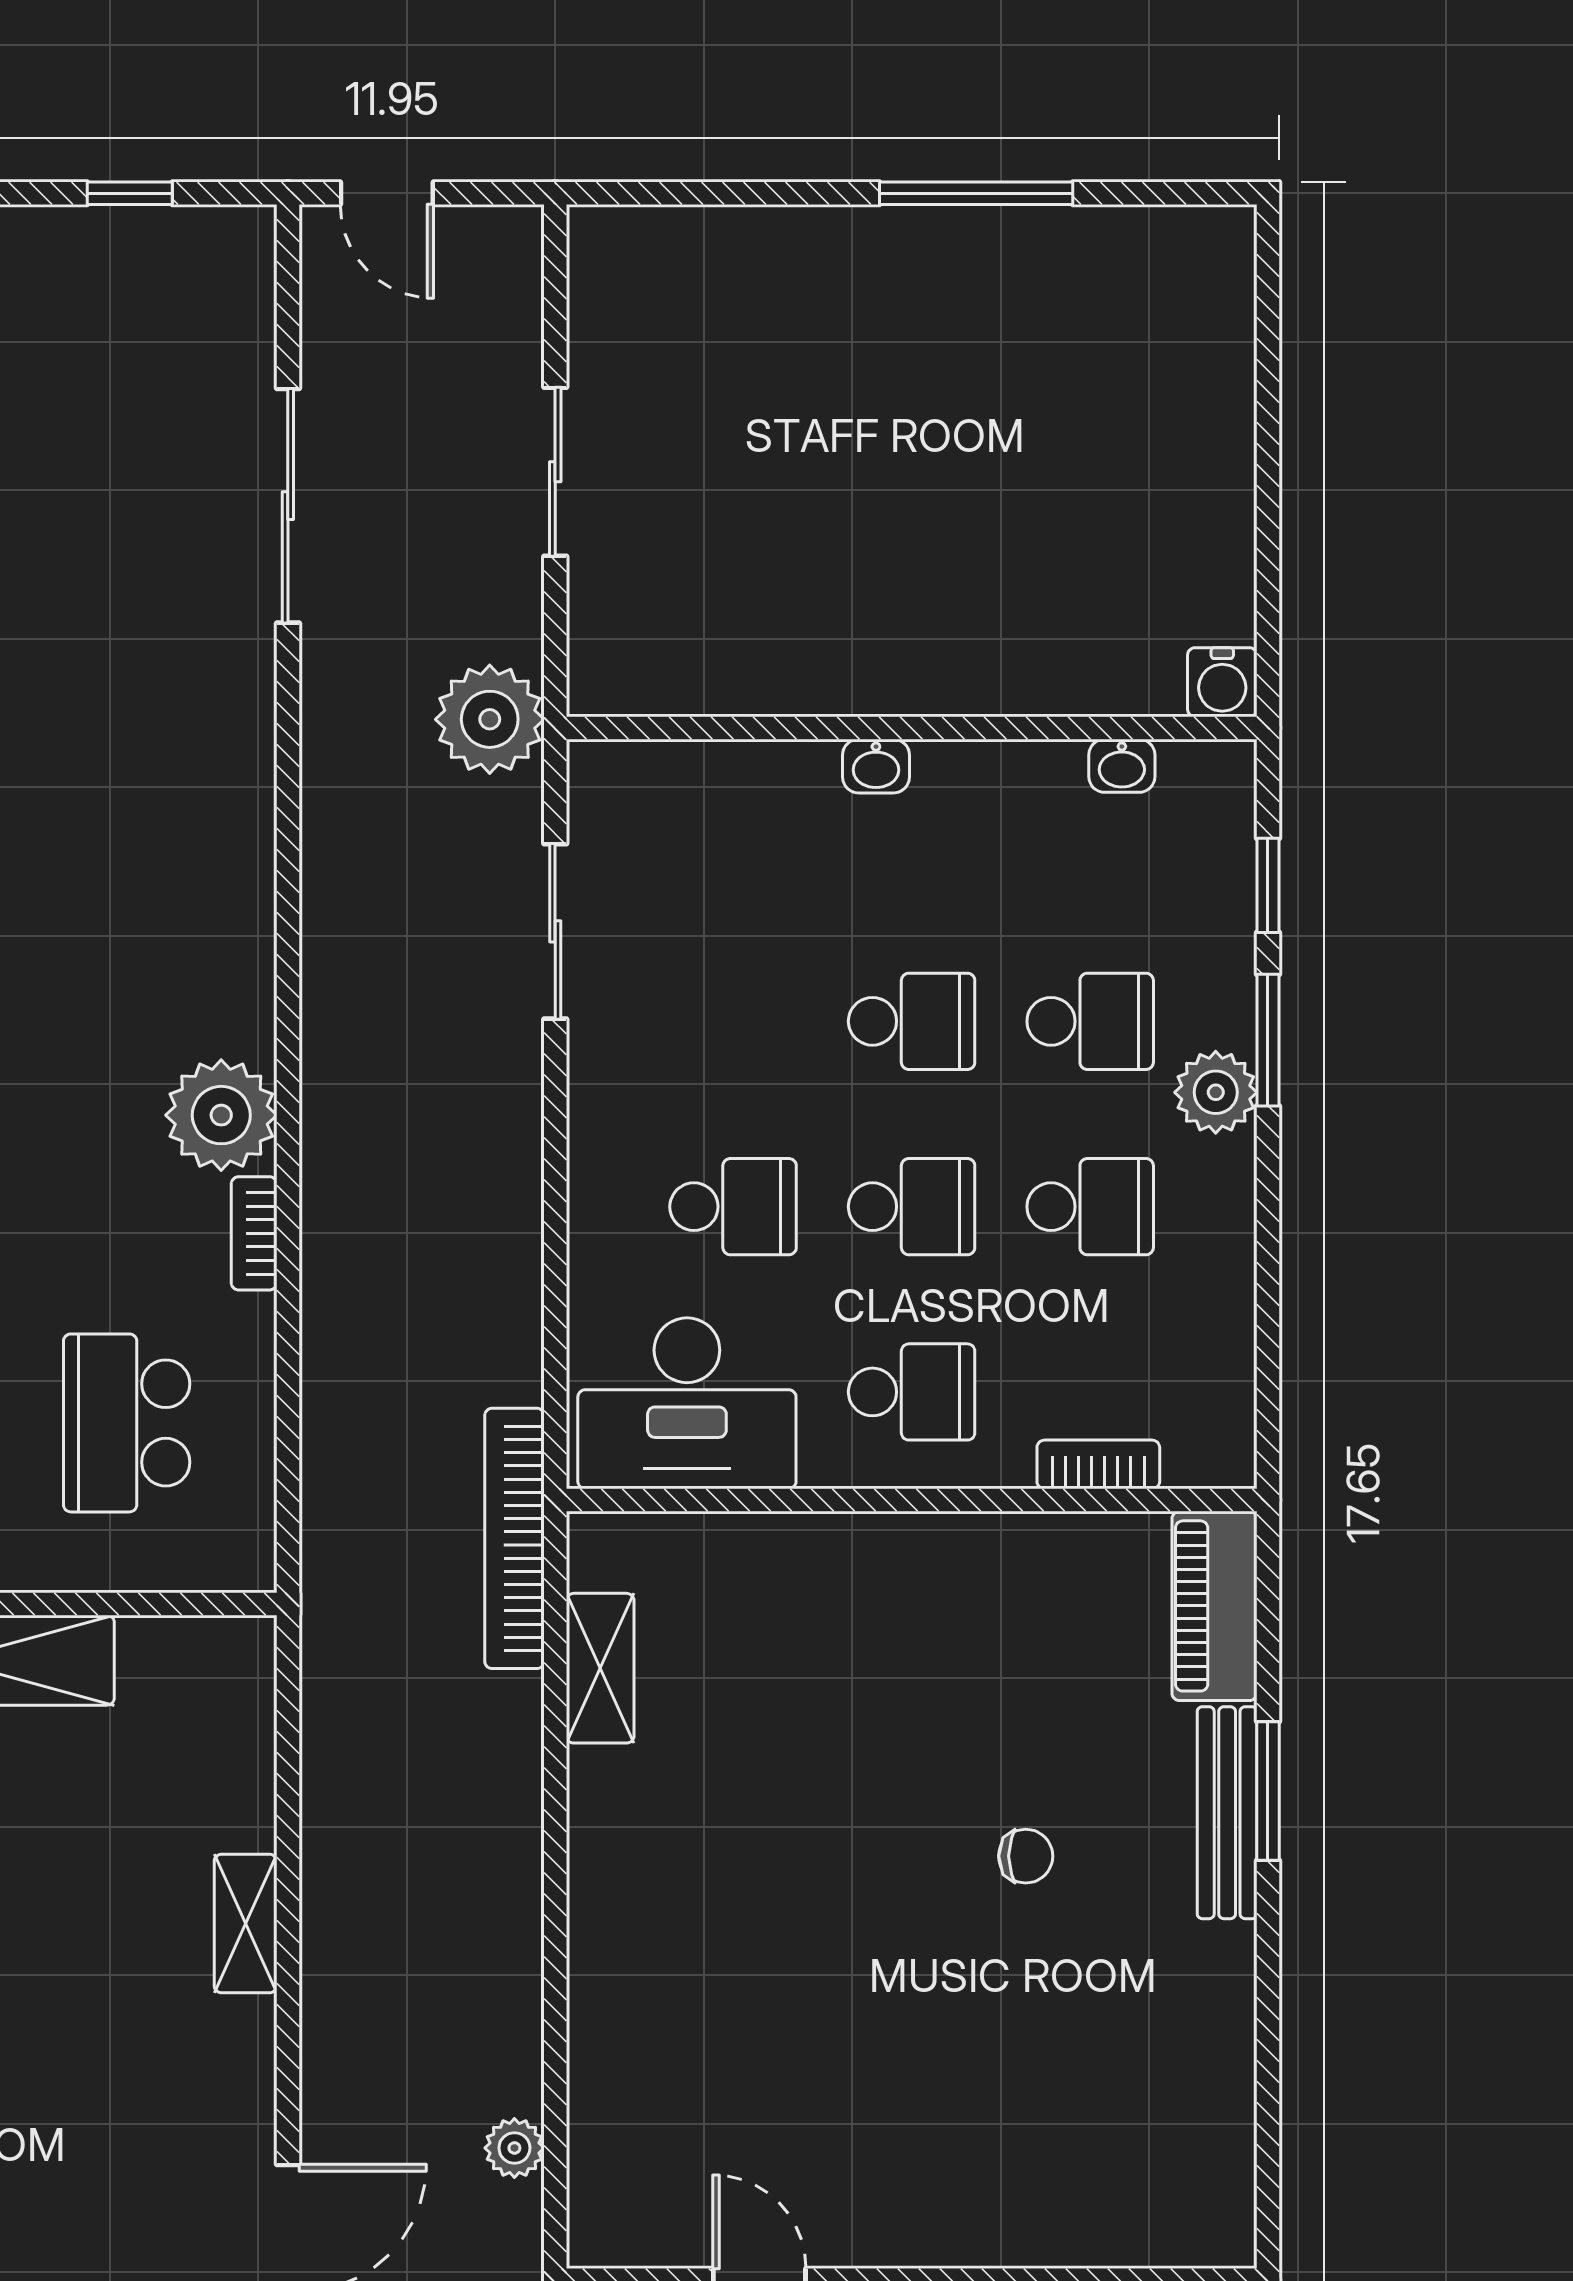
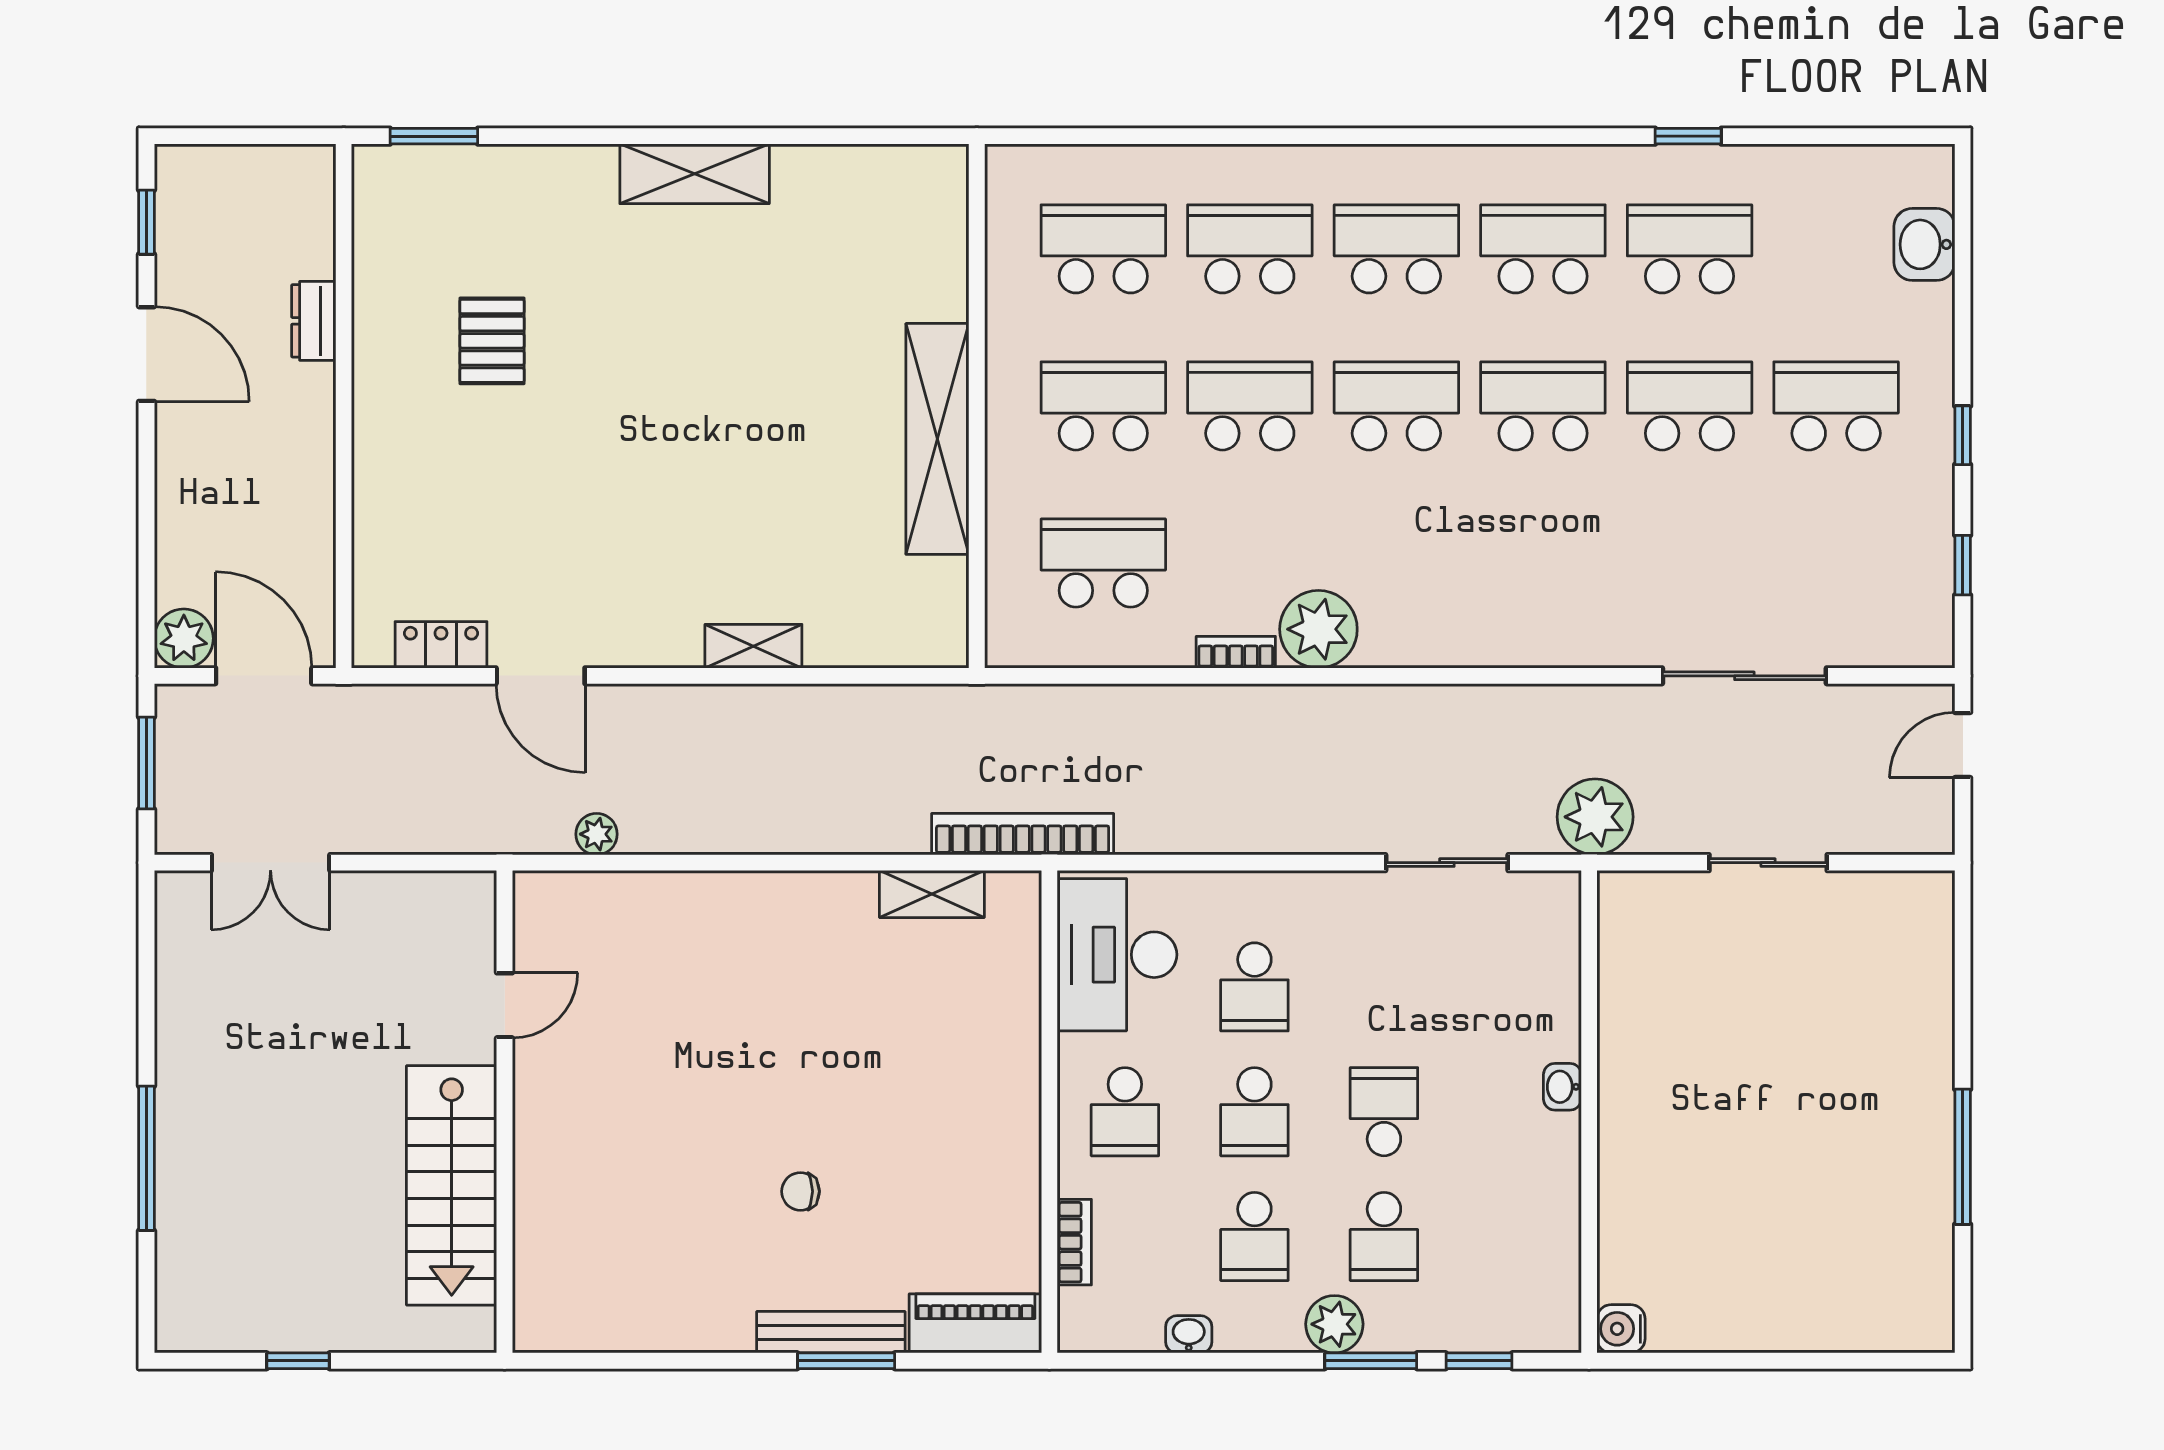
washbasin: (1122, 766) -> (1189, 1334), moved, turned 90
school desk: (912, 1021) -> (1384, 1112), turned 180
chair: (1026, 1856) -> (801, 1191), turned 90

